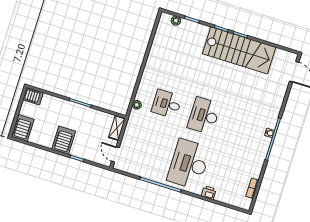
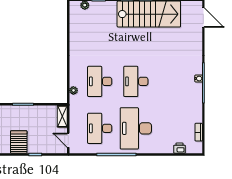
desk: (167, 104) -> (100, 81), width x1.37
desk: (152, 152) -> (100, 128), added
printer: (209, 193) -> (179, 148), moved

